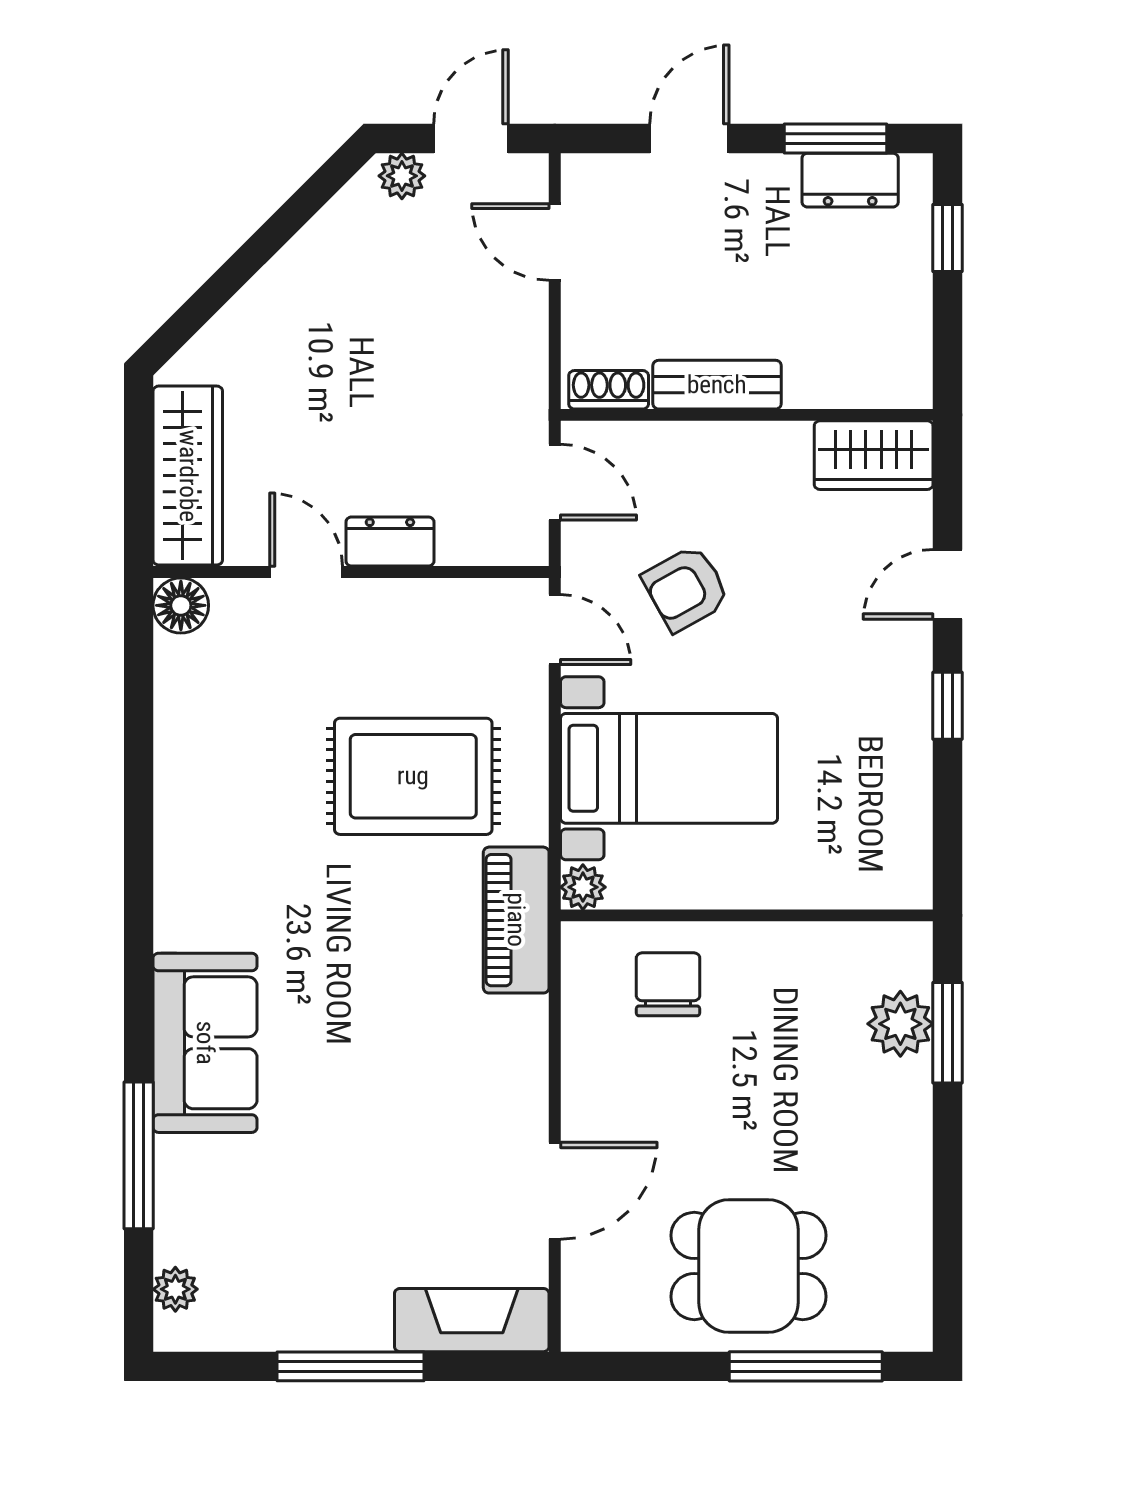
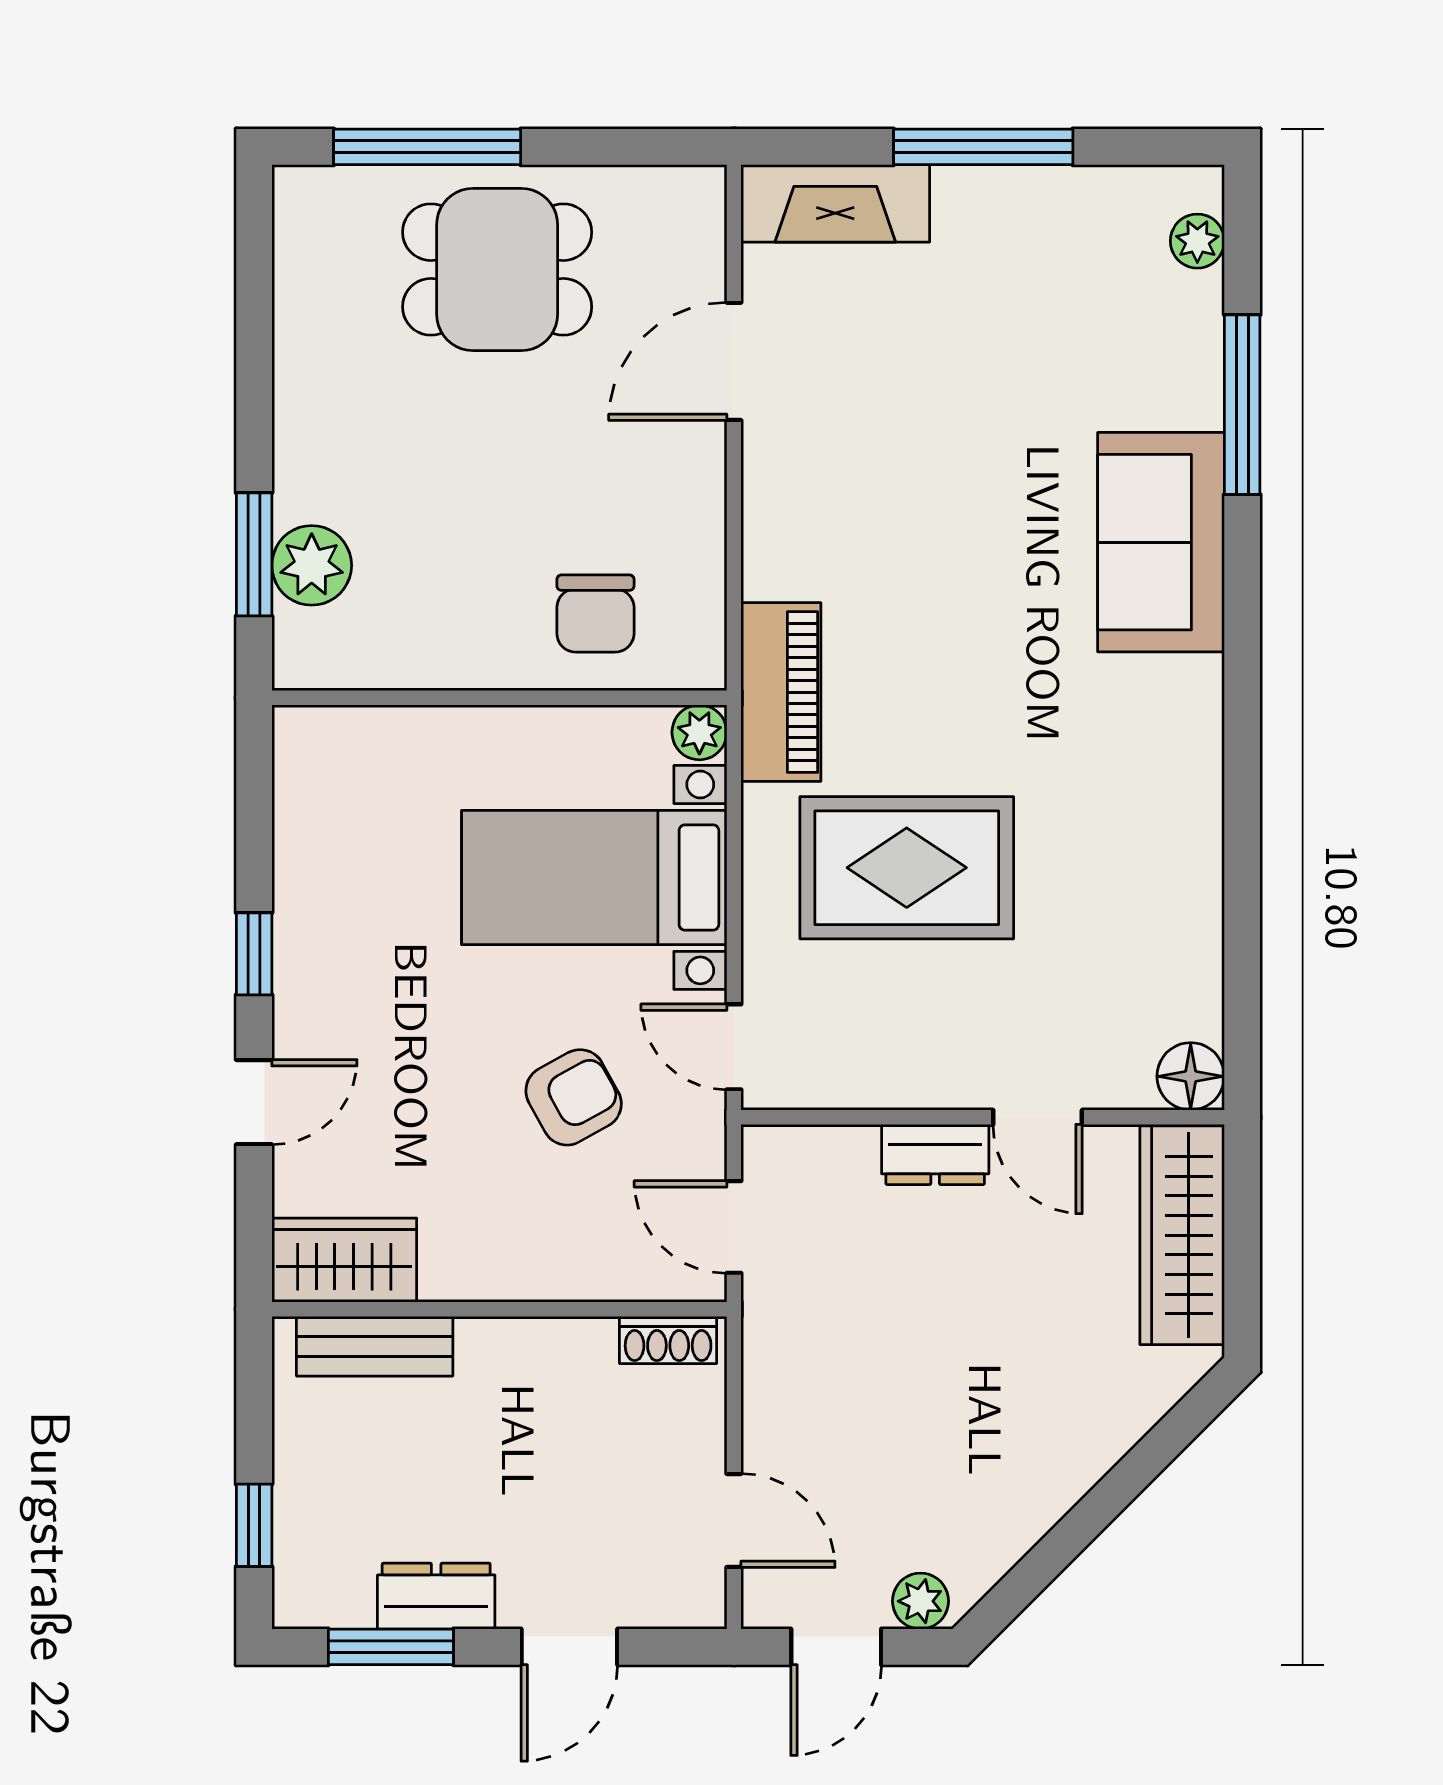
dresser: (850, 180) -> (436, 1596), moved
bench: (717, 385) -> (375, 1346), moved

